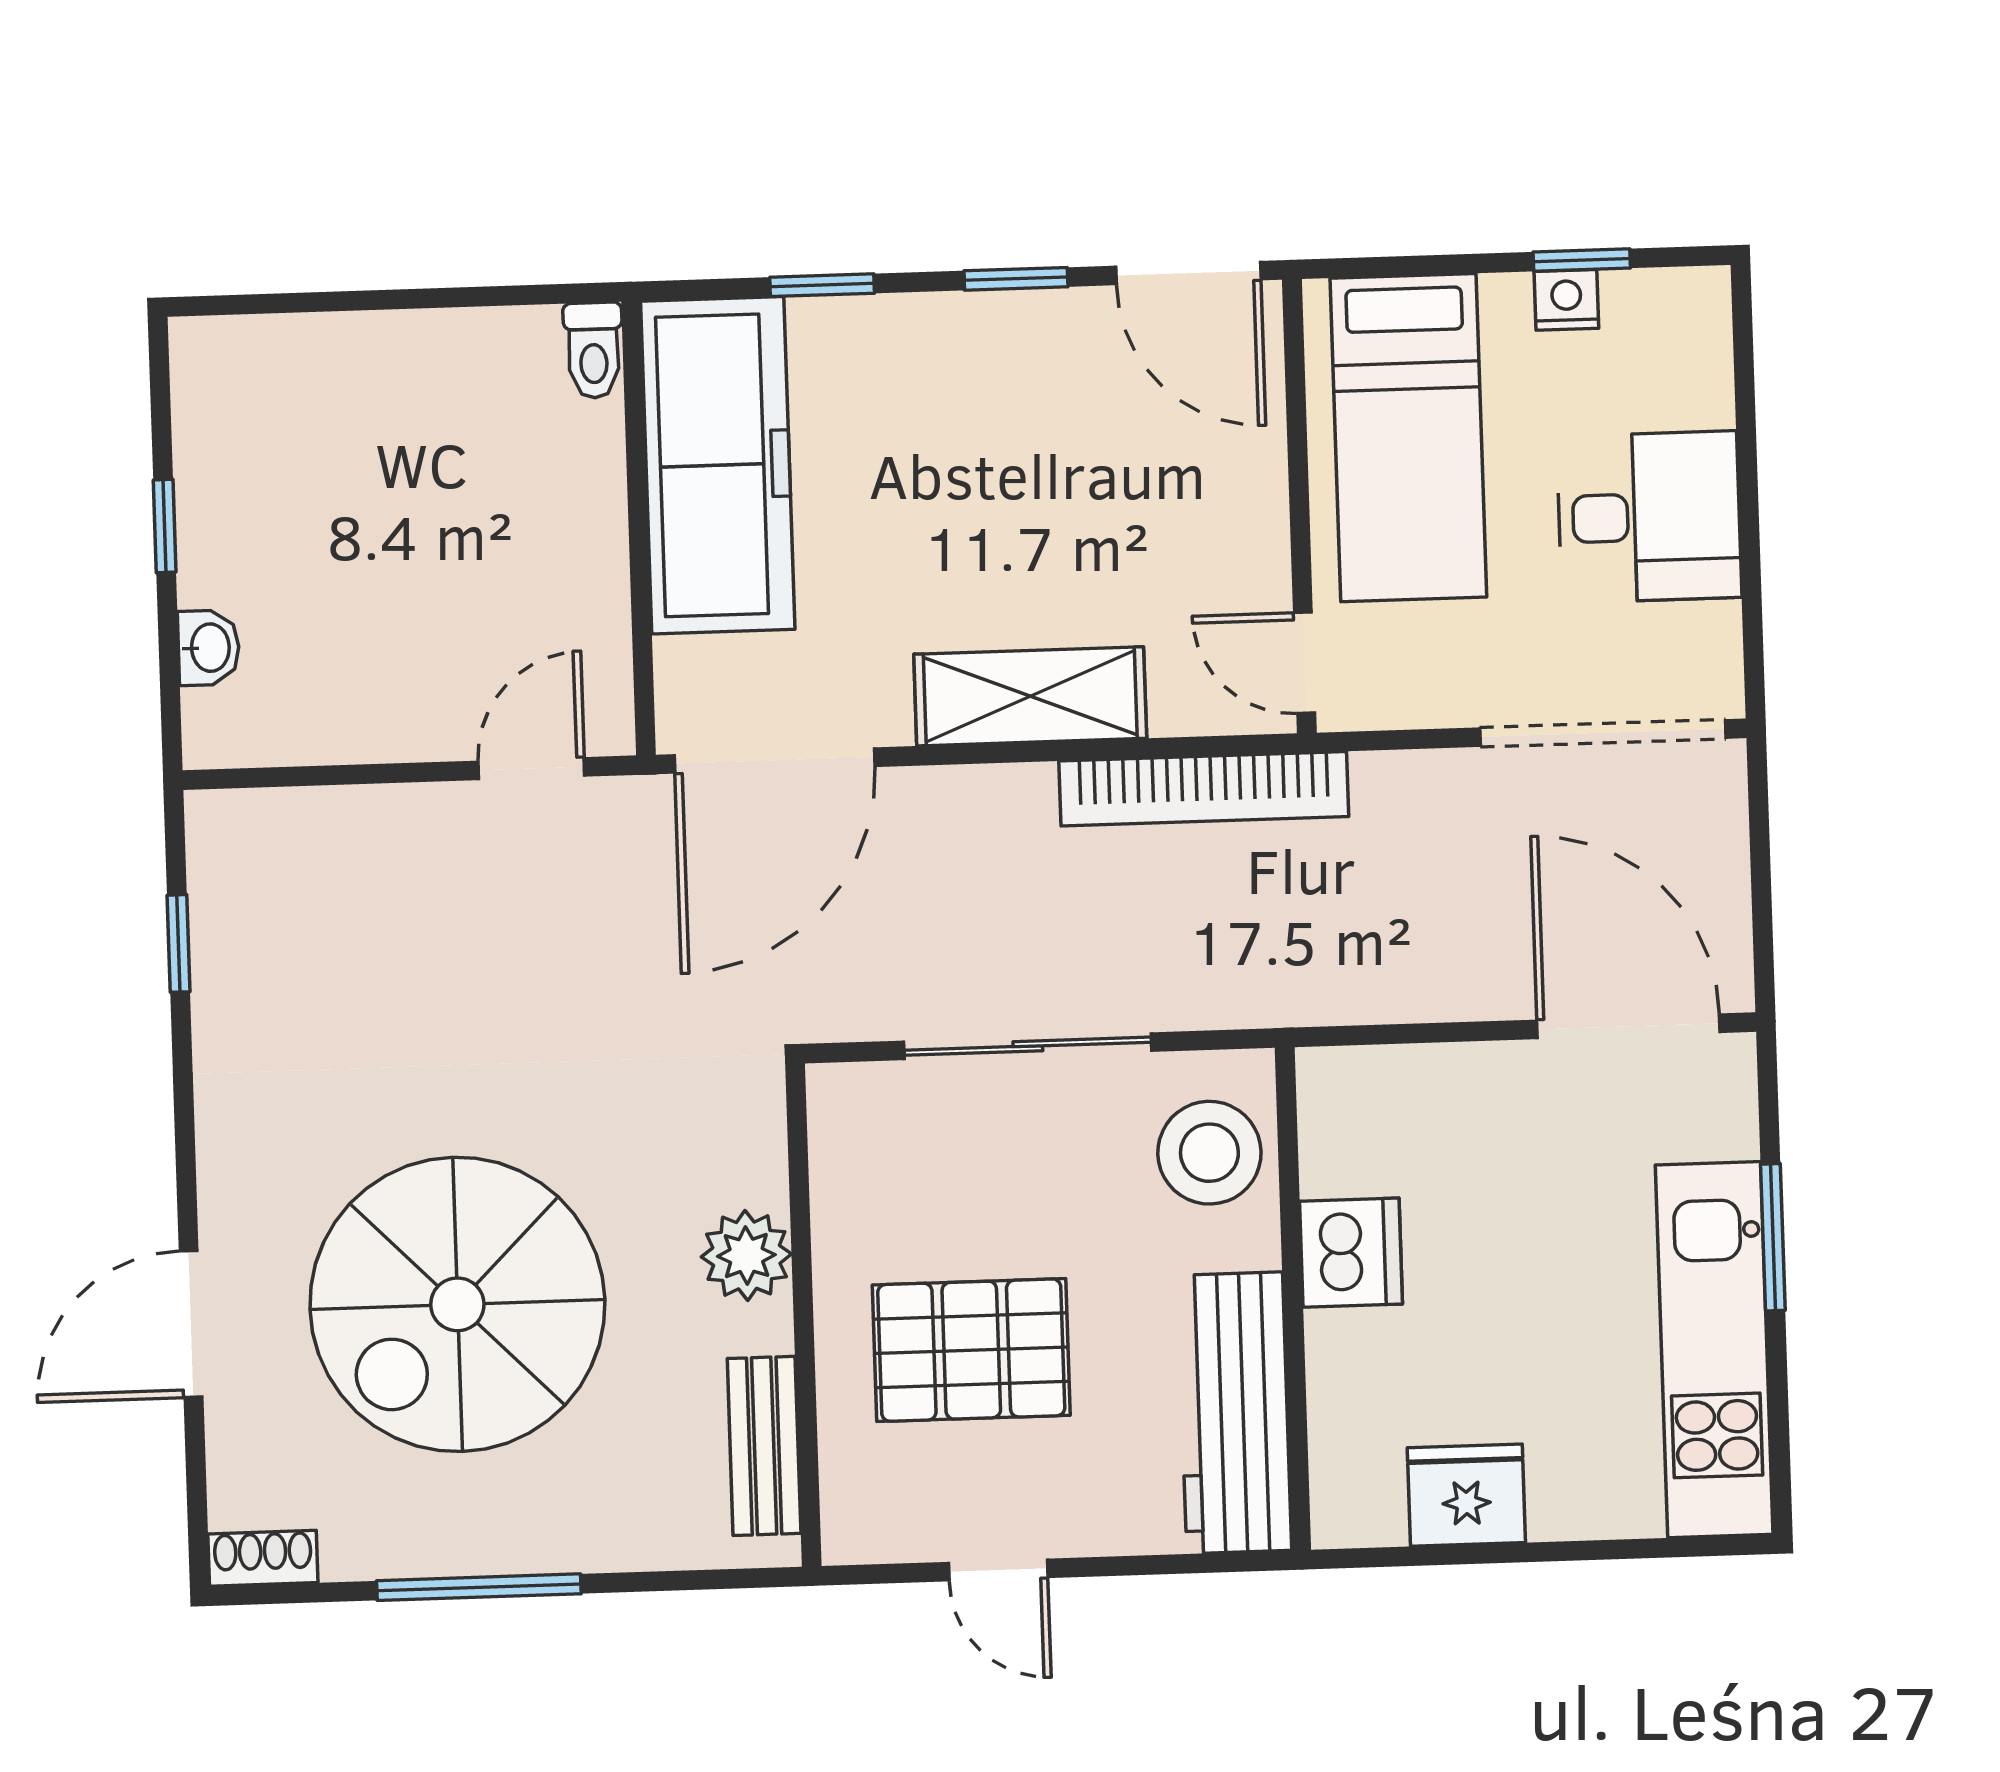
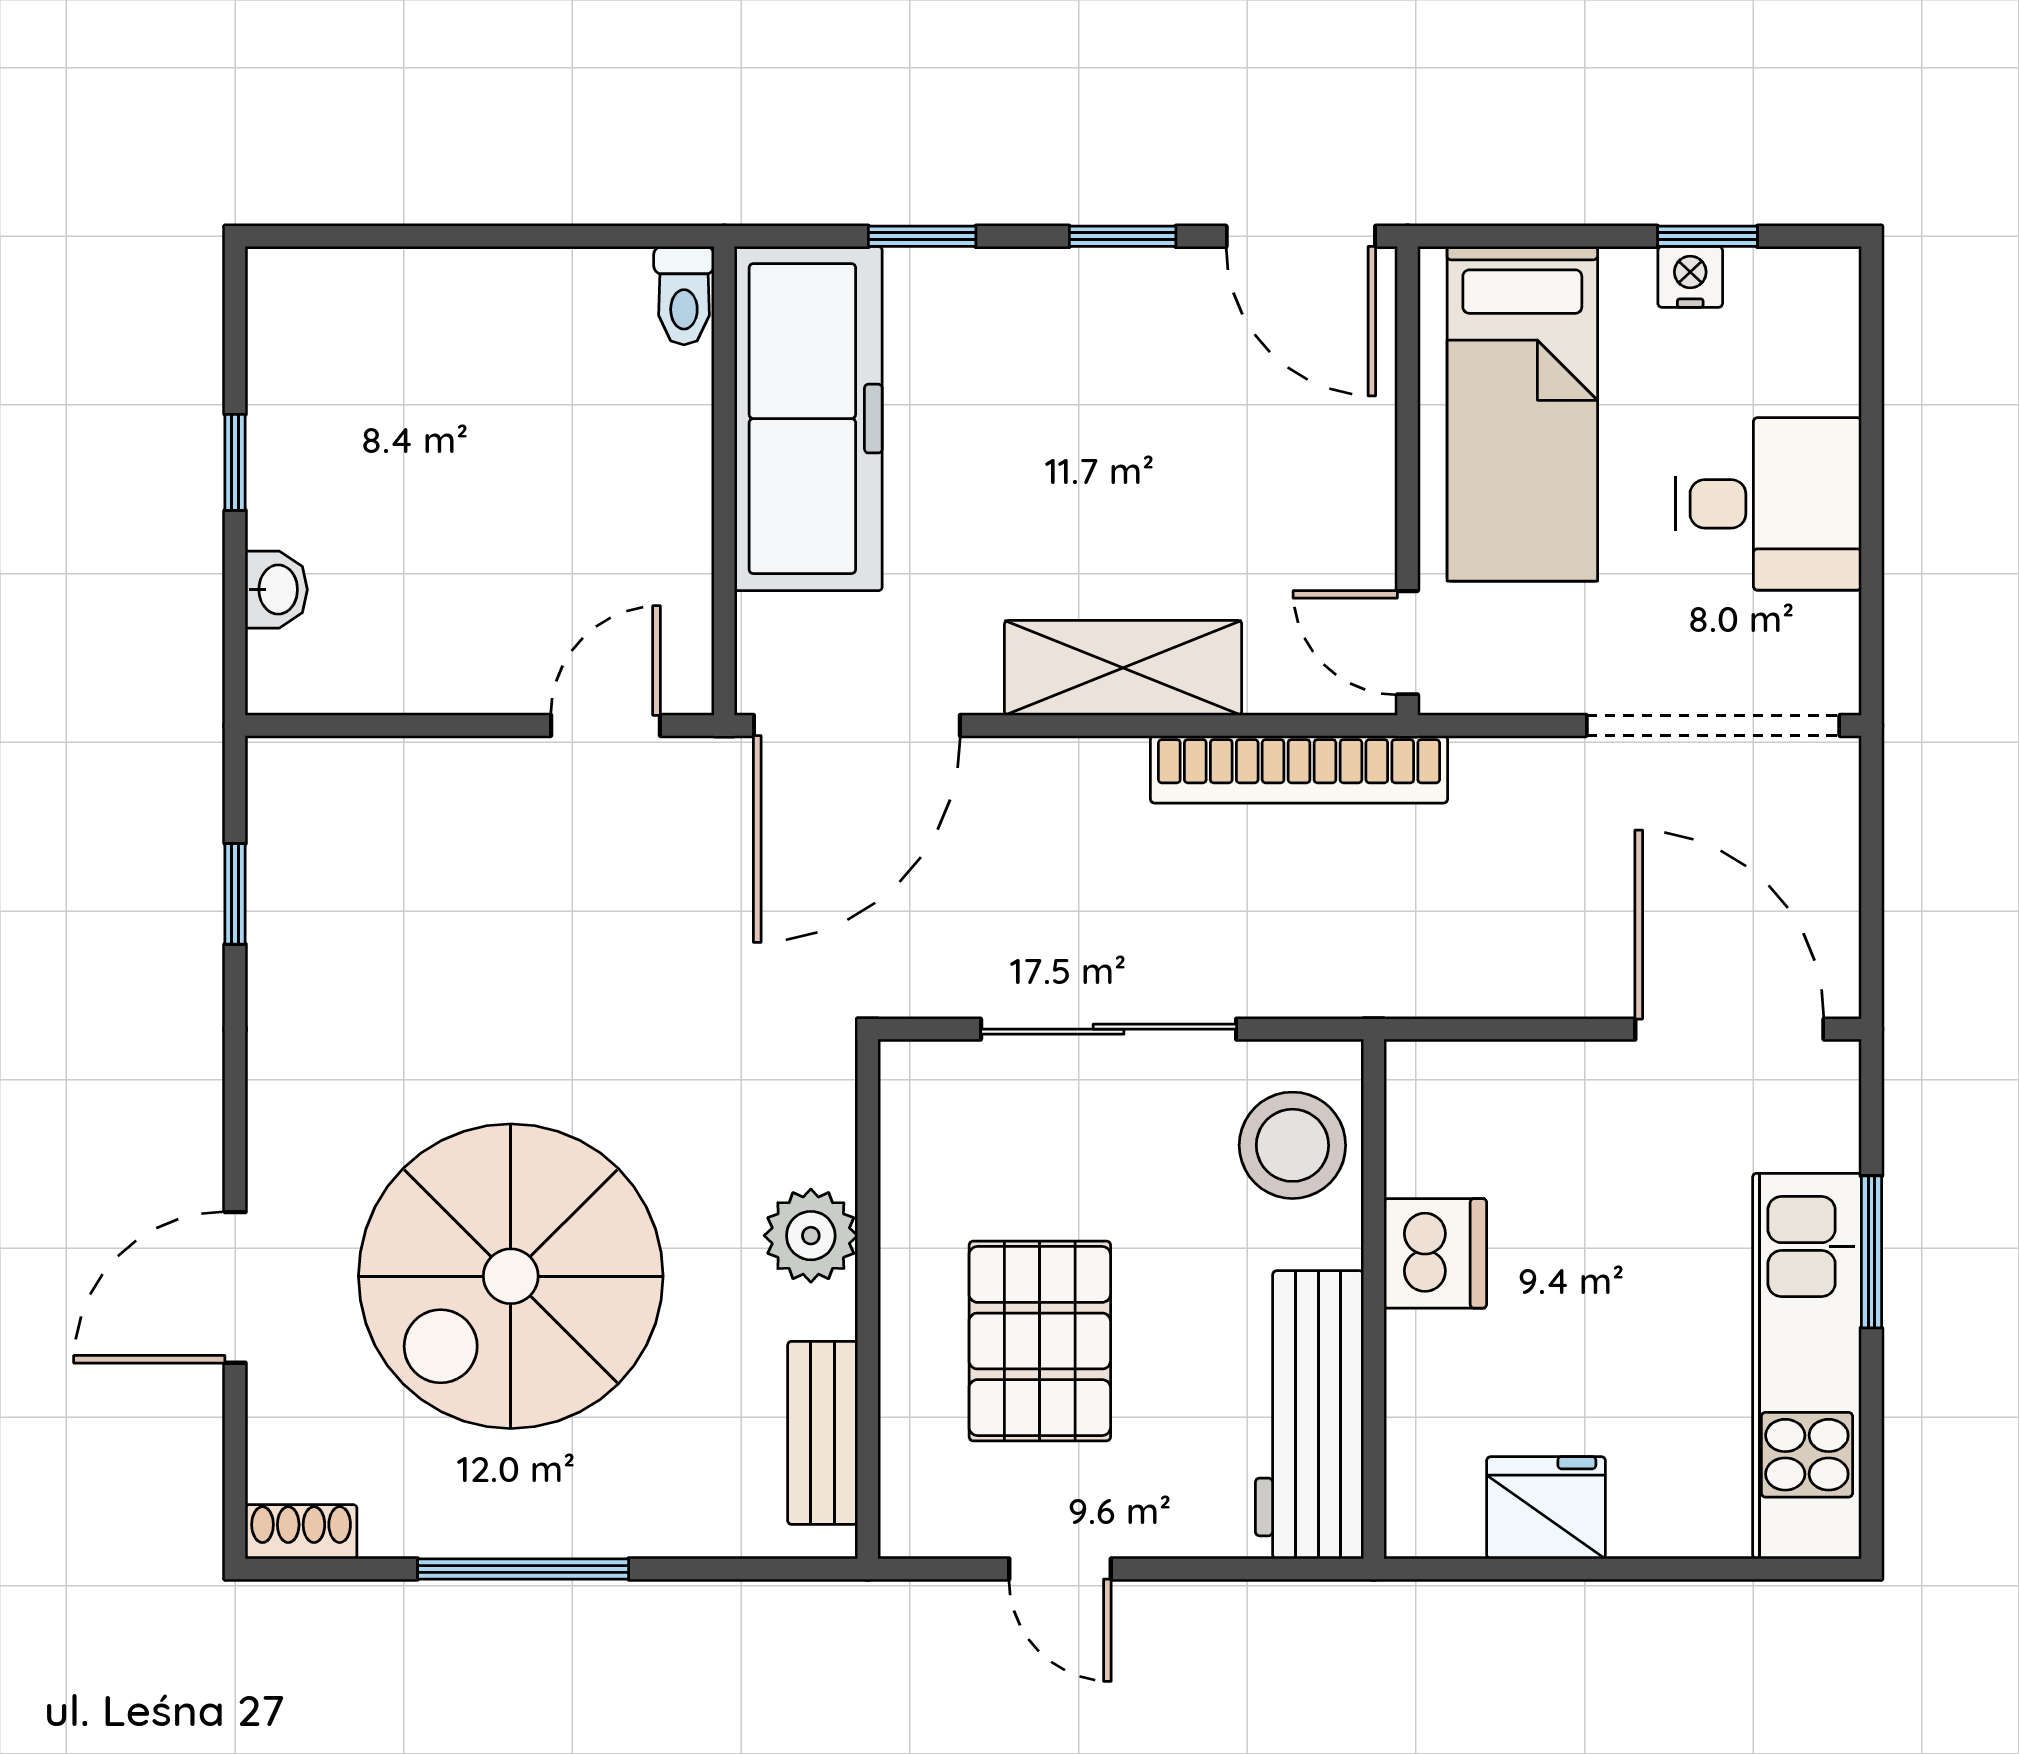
pallet: (971, 1350) -> (1040, 1341), turned 90

